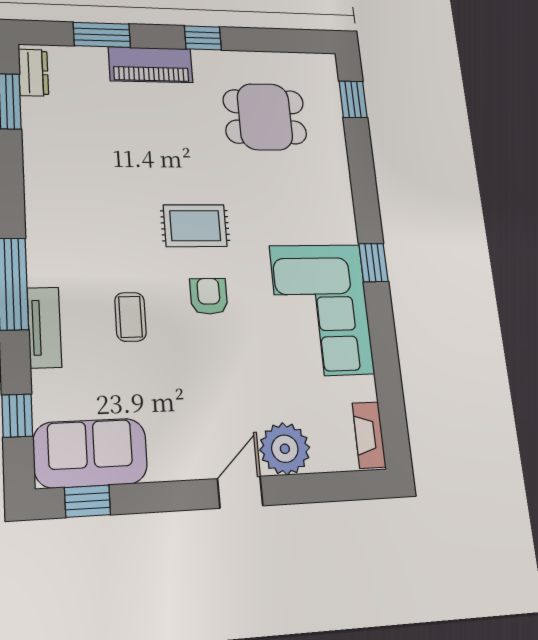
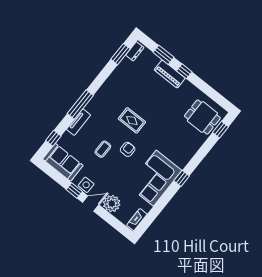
window: (203, 38) -> (184, 71), moved
dining table: (265, 117) -> (202, 117), moved
rug: (195, 226) -> (132, 120), moved
coffee table: (130, 317) -> (103, 149), moved
side table: (191, 458) -> (86, 185), added
window: (87, 501) -> (74, 191), moved

